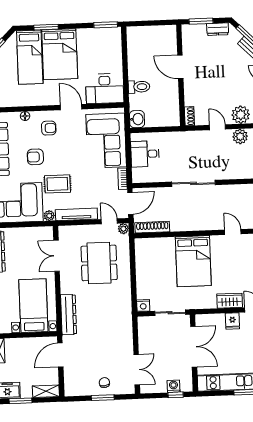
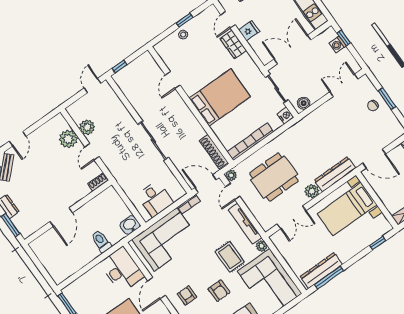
bookcase: (141, 262) -> (250, 142), added
plant: (67, 286) -> (312, 191), added
boiler: (144, 327) -> (304, 103), added

